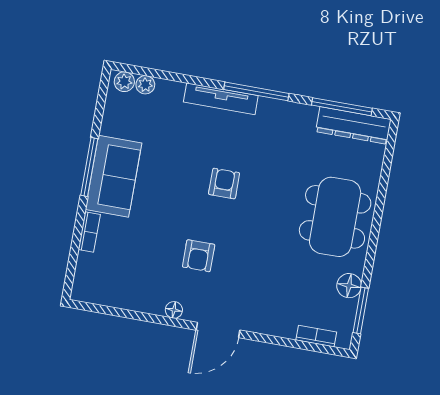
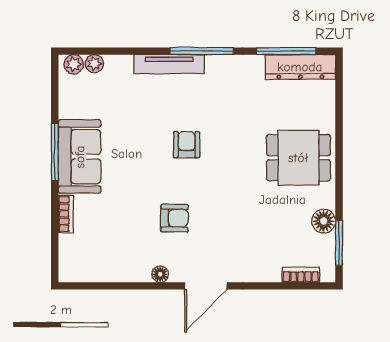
dining table: (335, 217) -> (298, 158), width x0.73
armchair: (199, 256) -> (174, 218), turned -89

